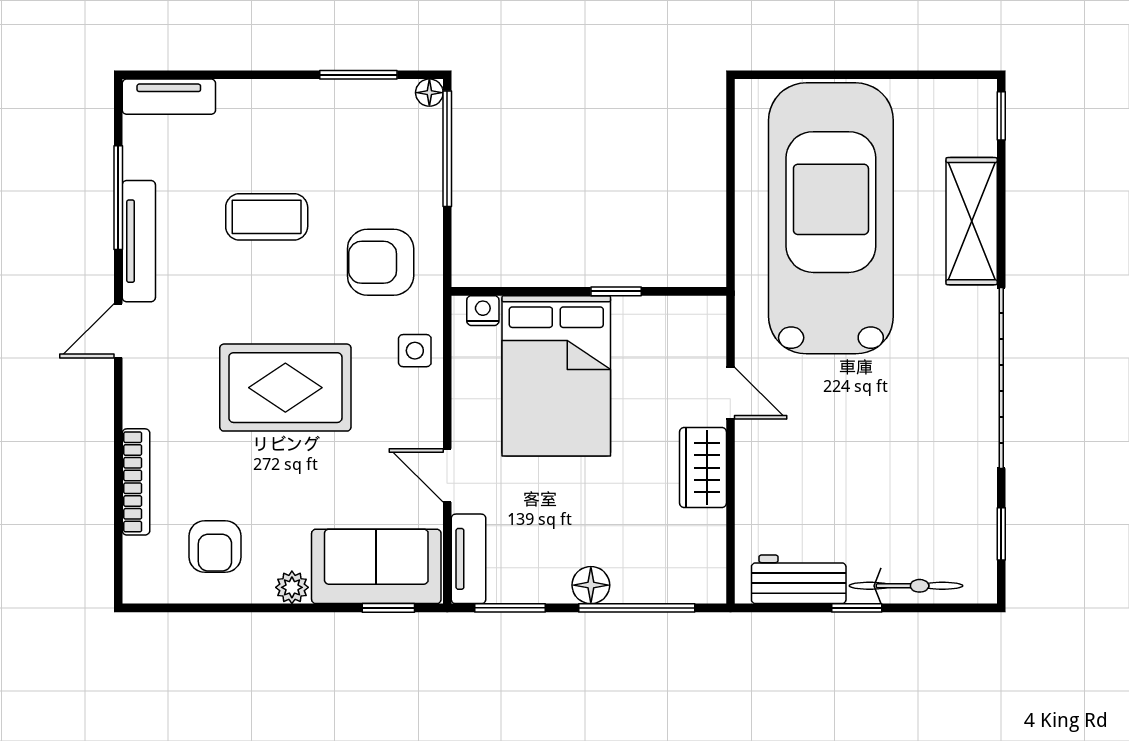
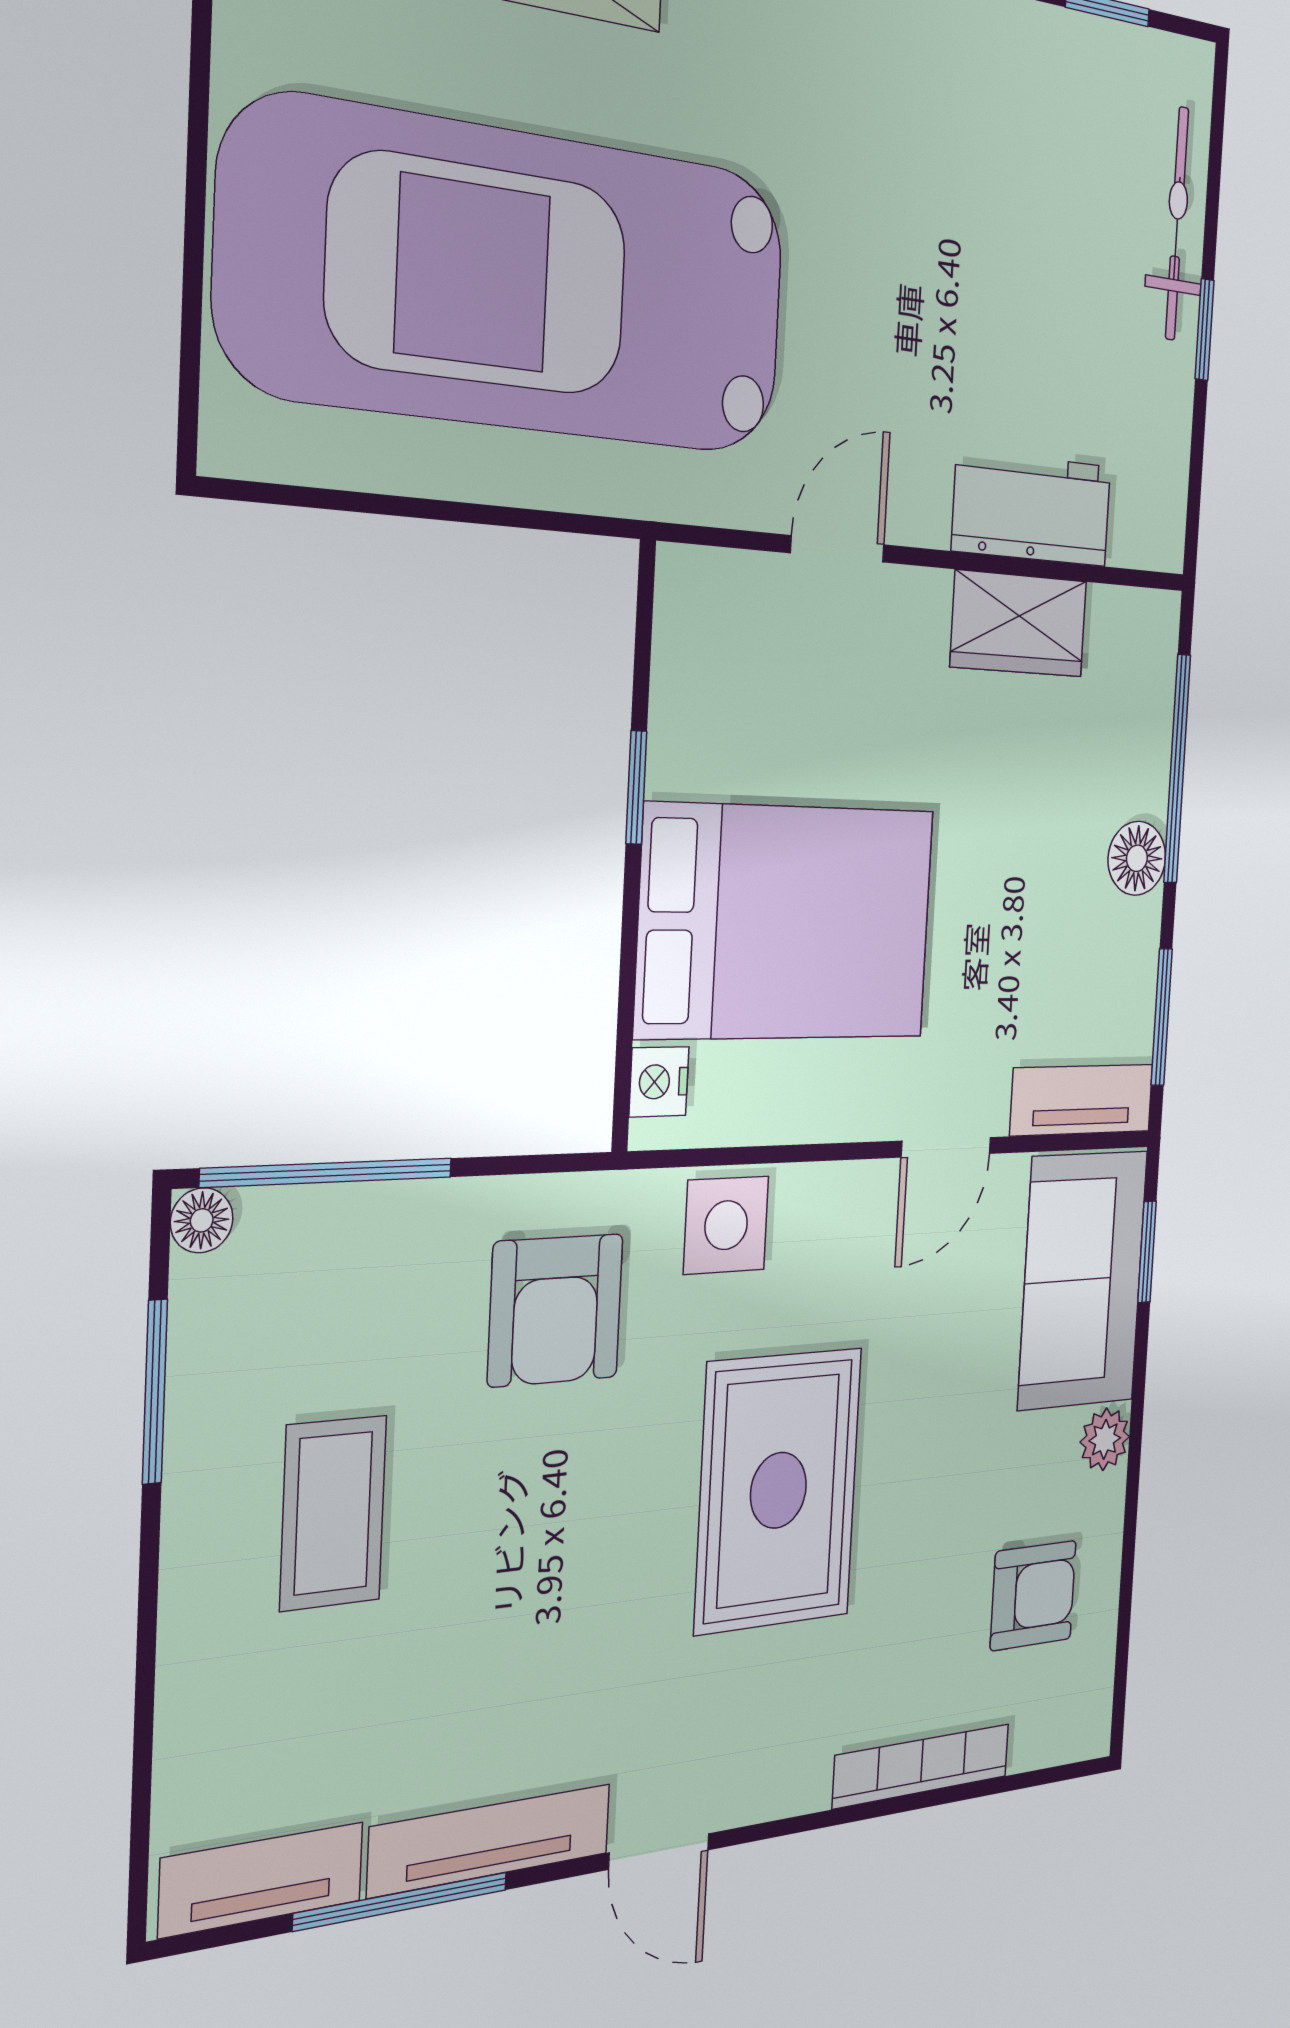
tv unit: (169, 97) -> (262, 1880), moved, turned -90
coffee table: (267, 217) -> (333, 1513), moved
side table: (415, 351) -> (726, 1225), width x1.37, depth x1.37
wardrobe: (703, 468) -> (1019, 624), moved
workbench: (799, 579) -> (1032, 508), moved, turned 90

